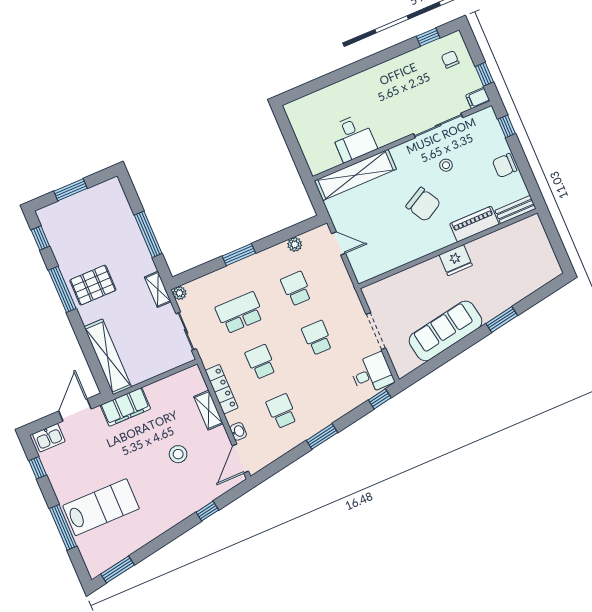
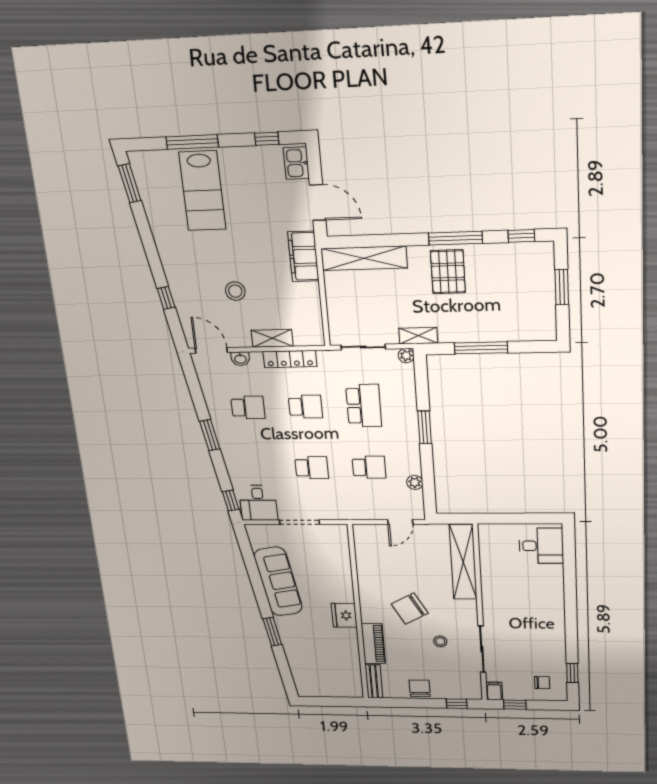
desk: (353, 138) -> (541, 546), moved, turned 180

